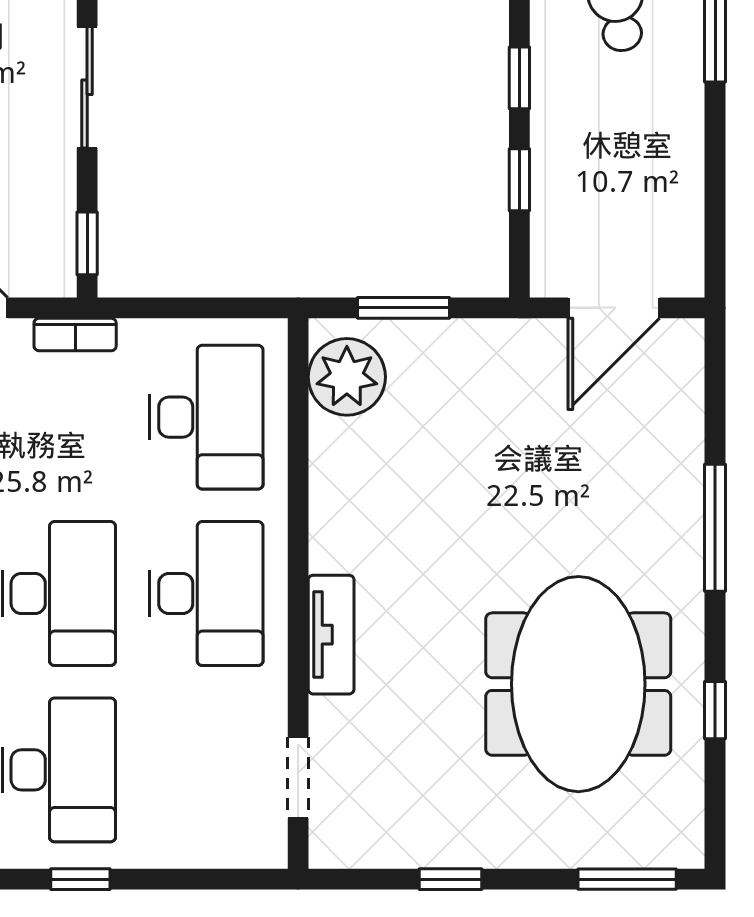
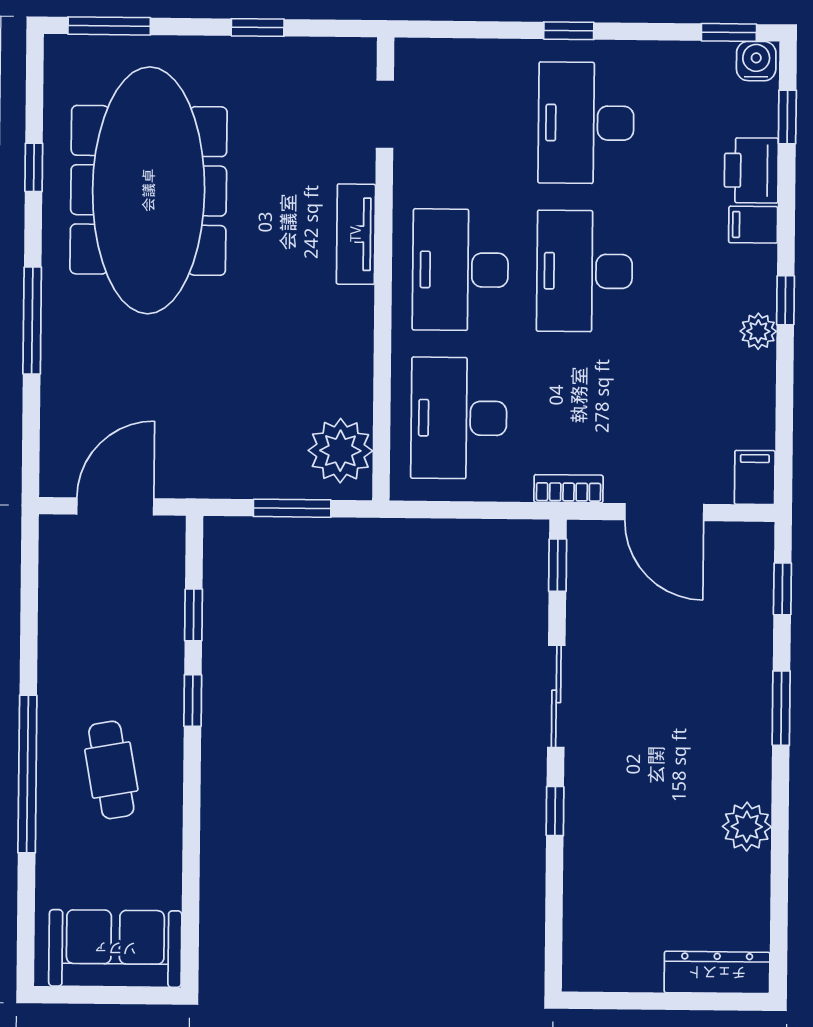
meeting table: (578, 684) -> (149, 190), width x1.36

